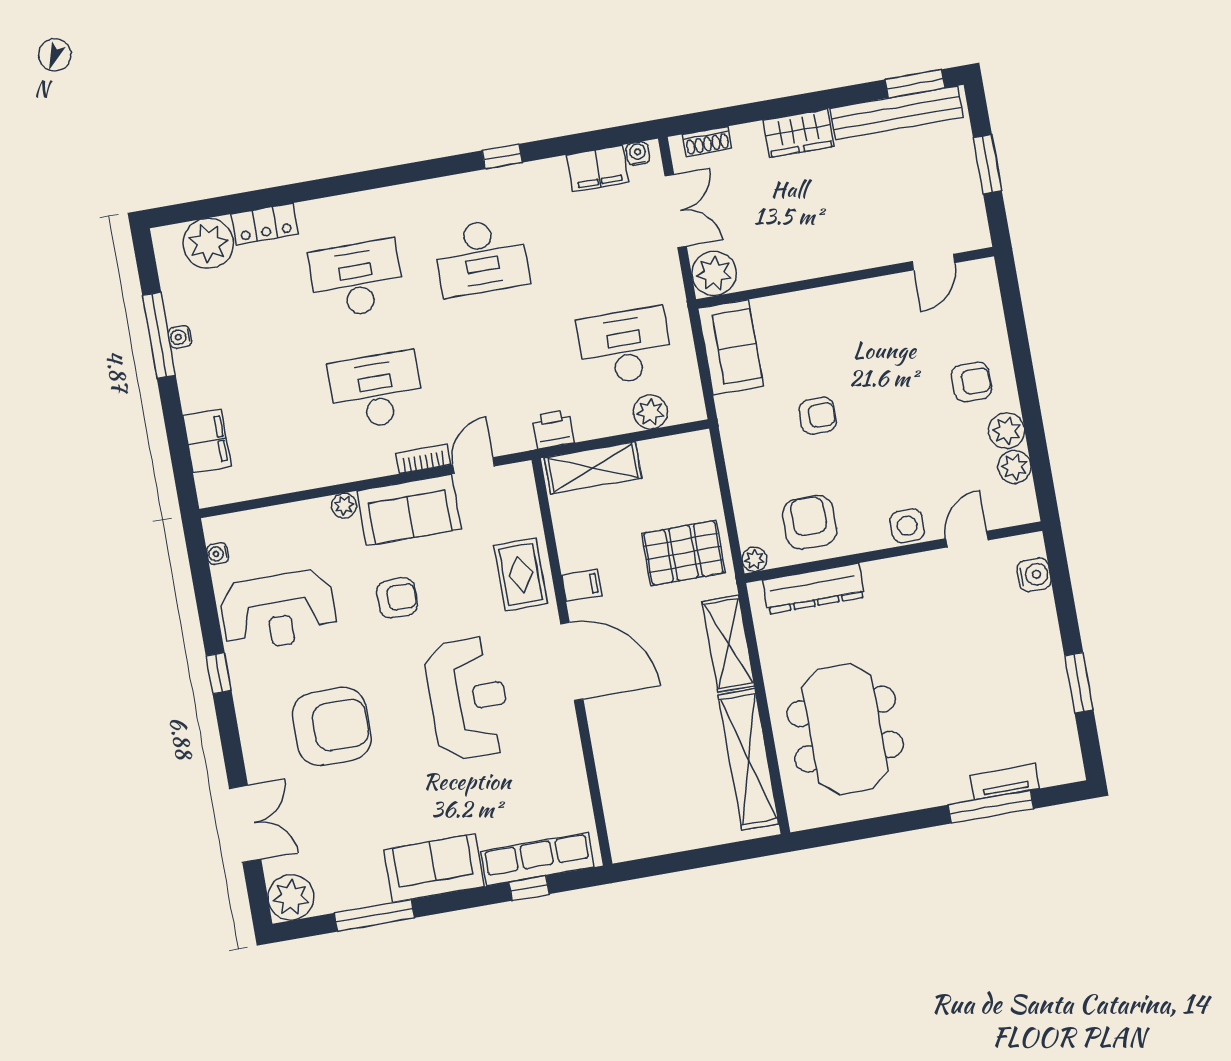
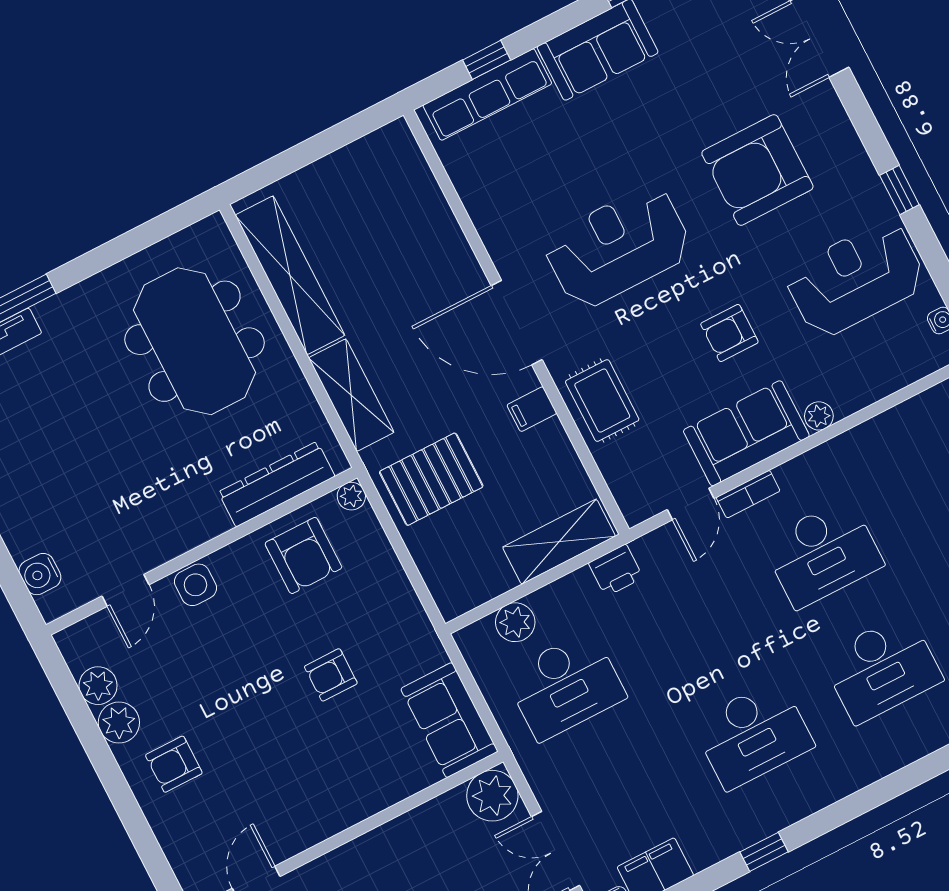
desk: (481, 257) -> (753, 734), turned 180
reception desk: (468, 698) -> (618, 247), turned 90

